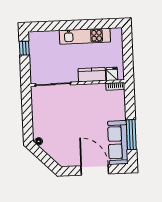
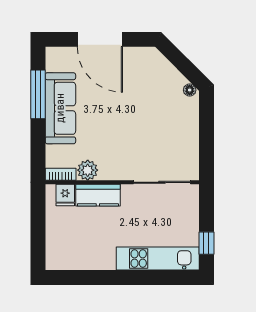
kitchen unit: (85, 36) -> (158, 259), moved
plant: (99, 90) -> (88, 170), added
sofa: (118, 143) -> (60, 108), moved

